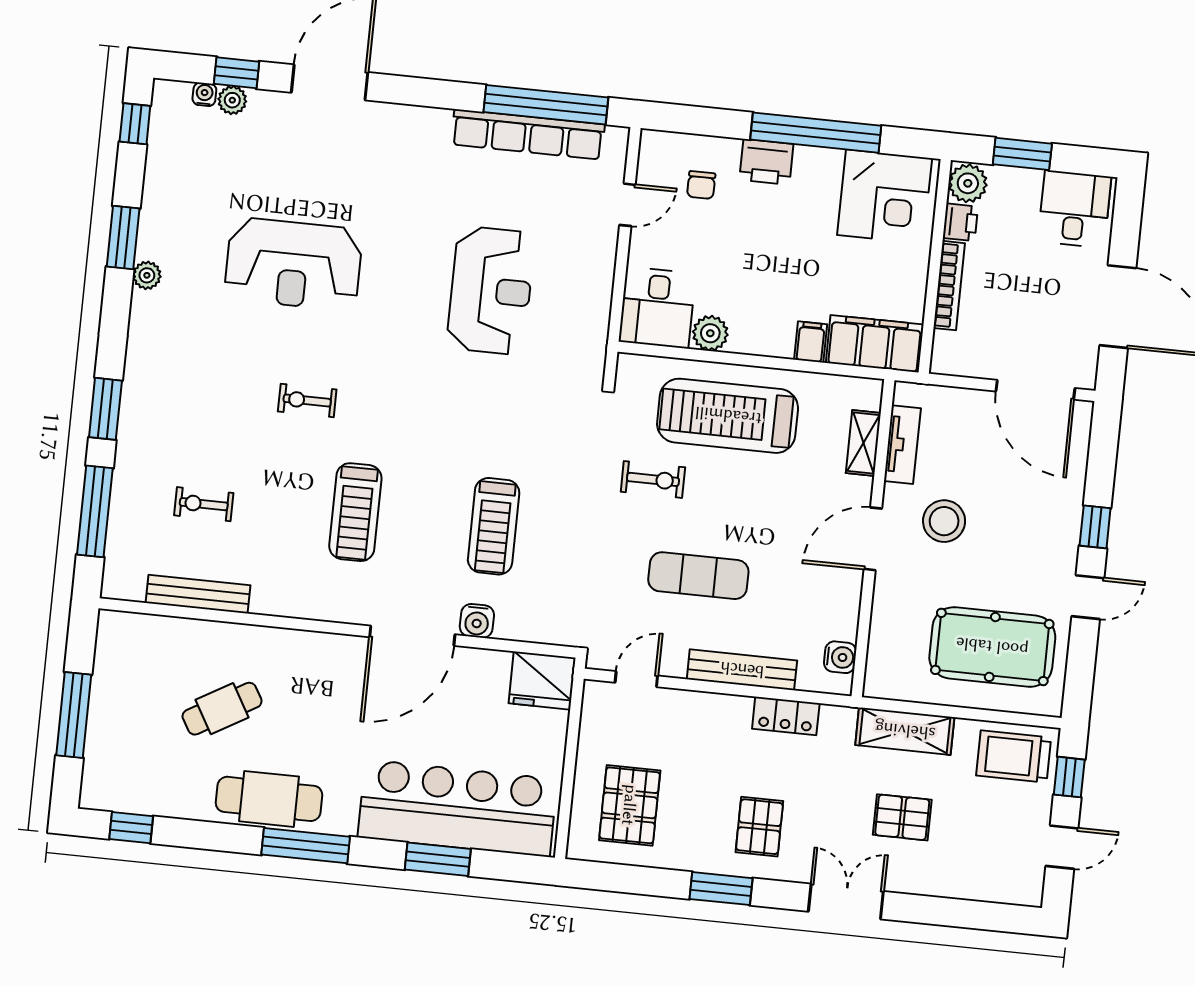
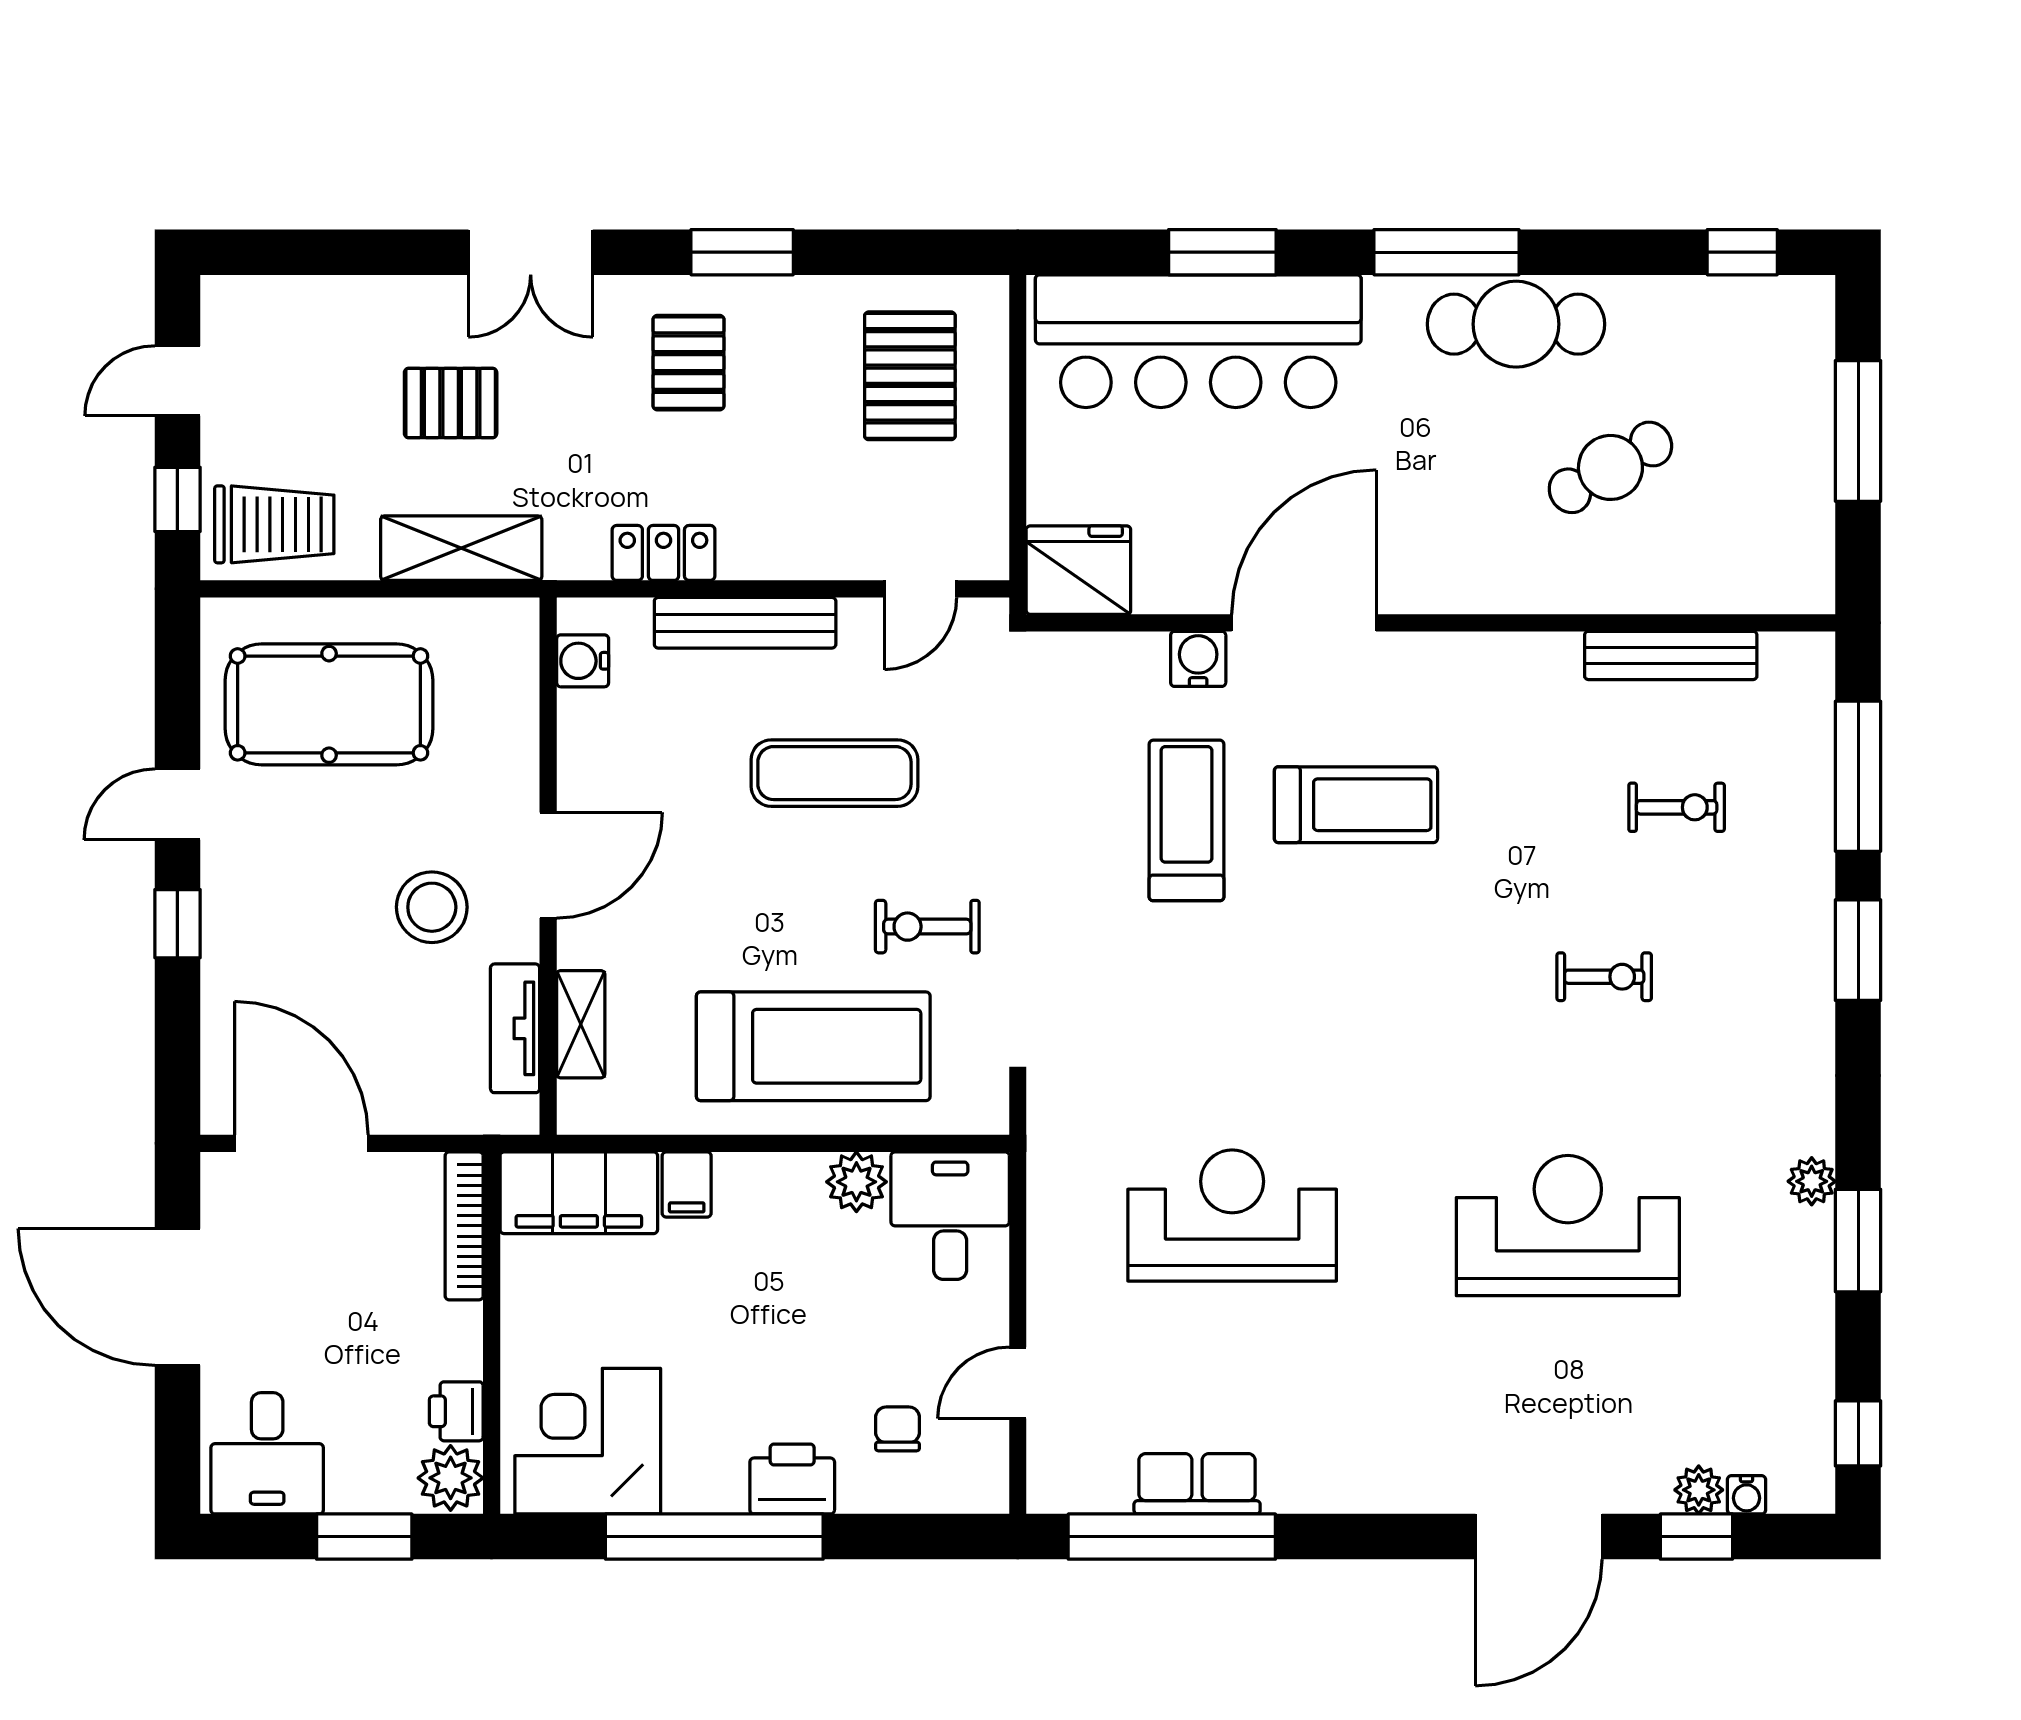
row of seats: (528, 134) -> (1197, 1484), width x0.50
bookcase: (949, 286) -> (464, 1226), moved
reception desk: (491, 290) -> (1232, 1215), turned 90
exercise bike: (307, 400) -> (1604, 977), moved
treadmill: (355, 512) -> (1356, 805), moved, turned 90

